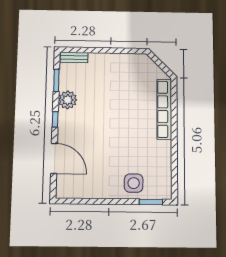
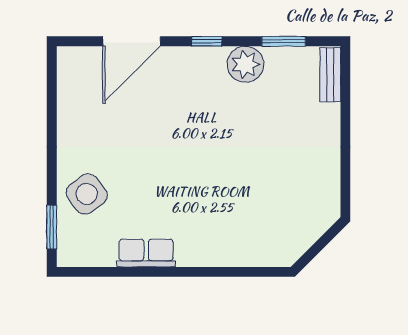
row of seats: (164, 109) -> (146, 253), moved, width x0.50
side table: (134, 183) -> (87, 194), turned -37

